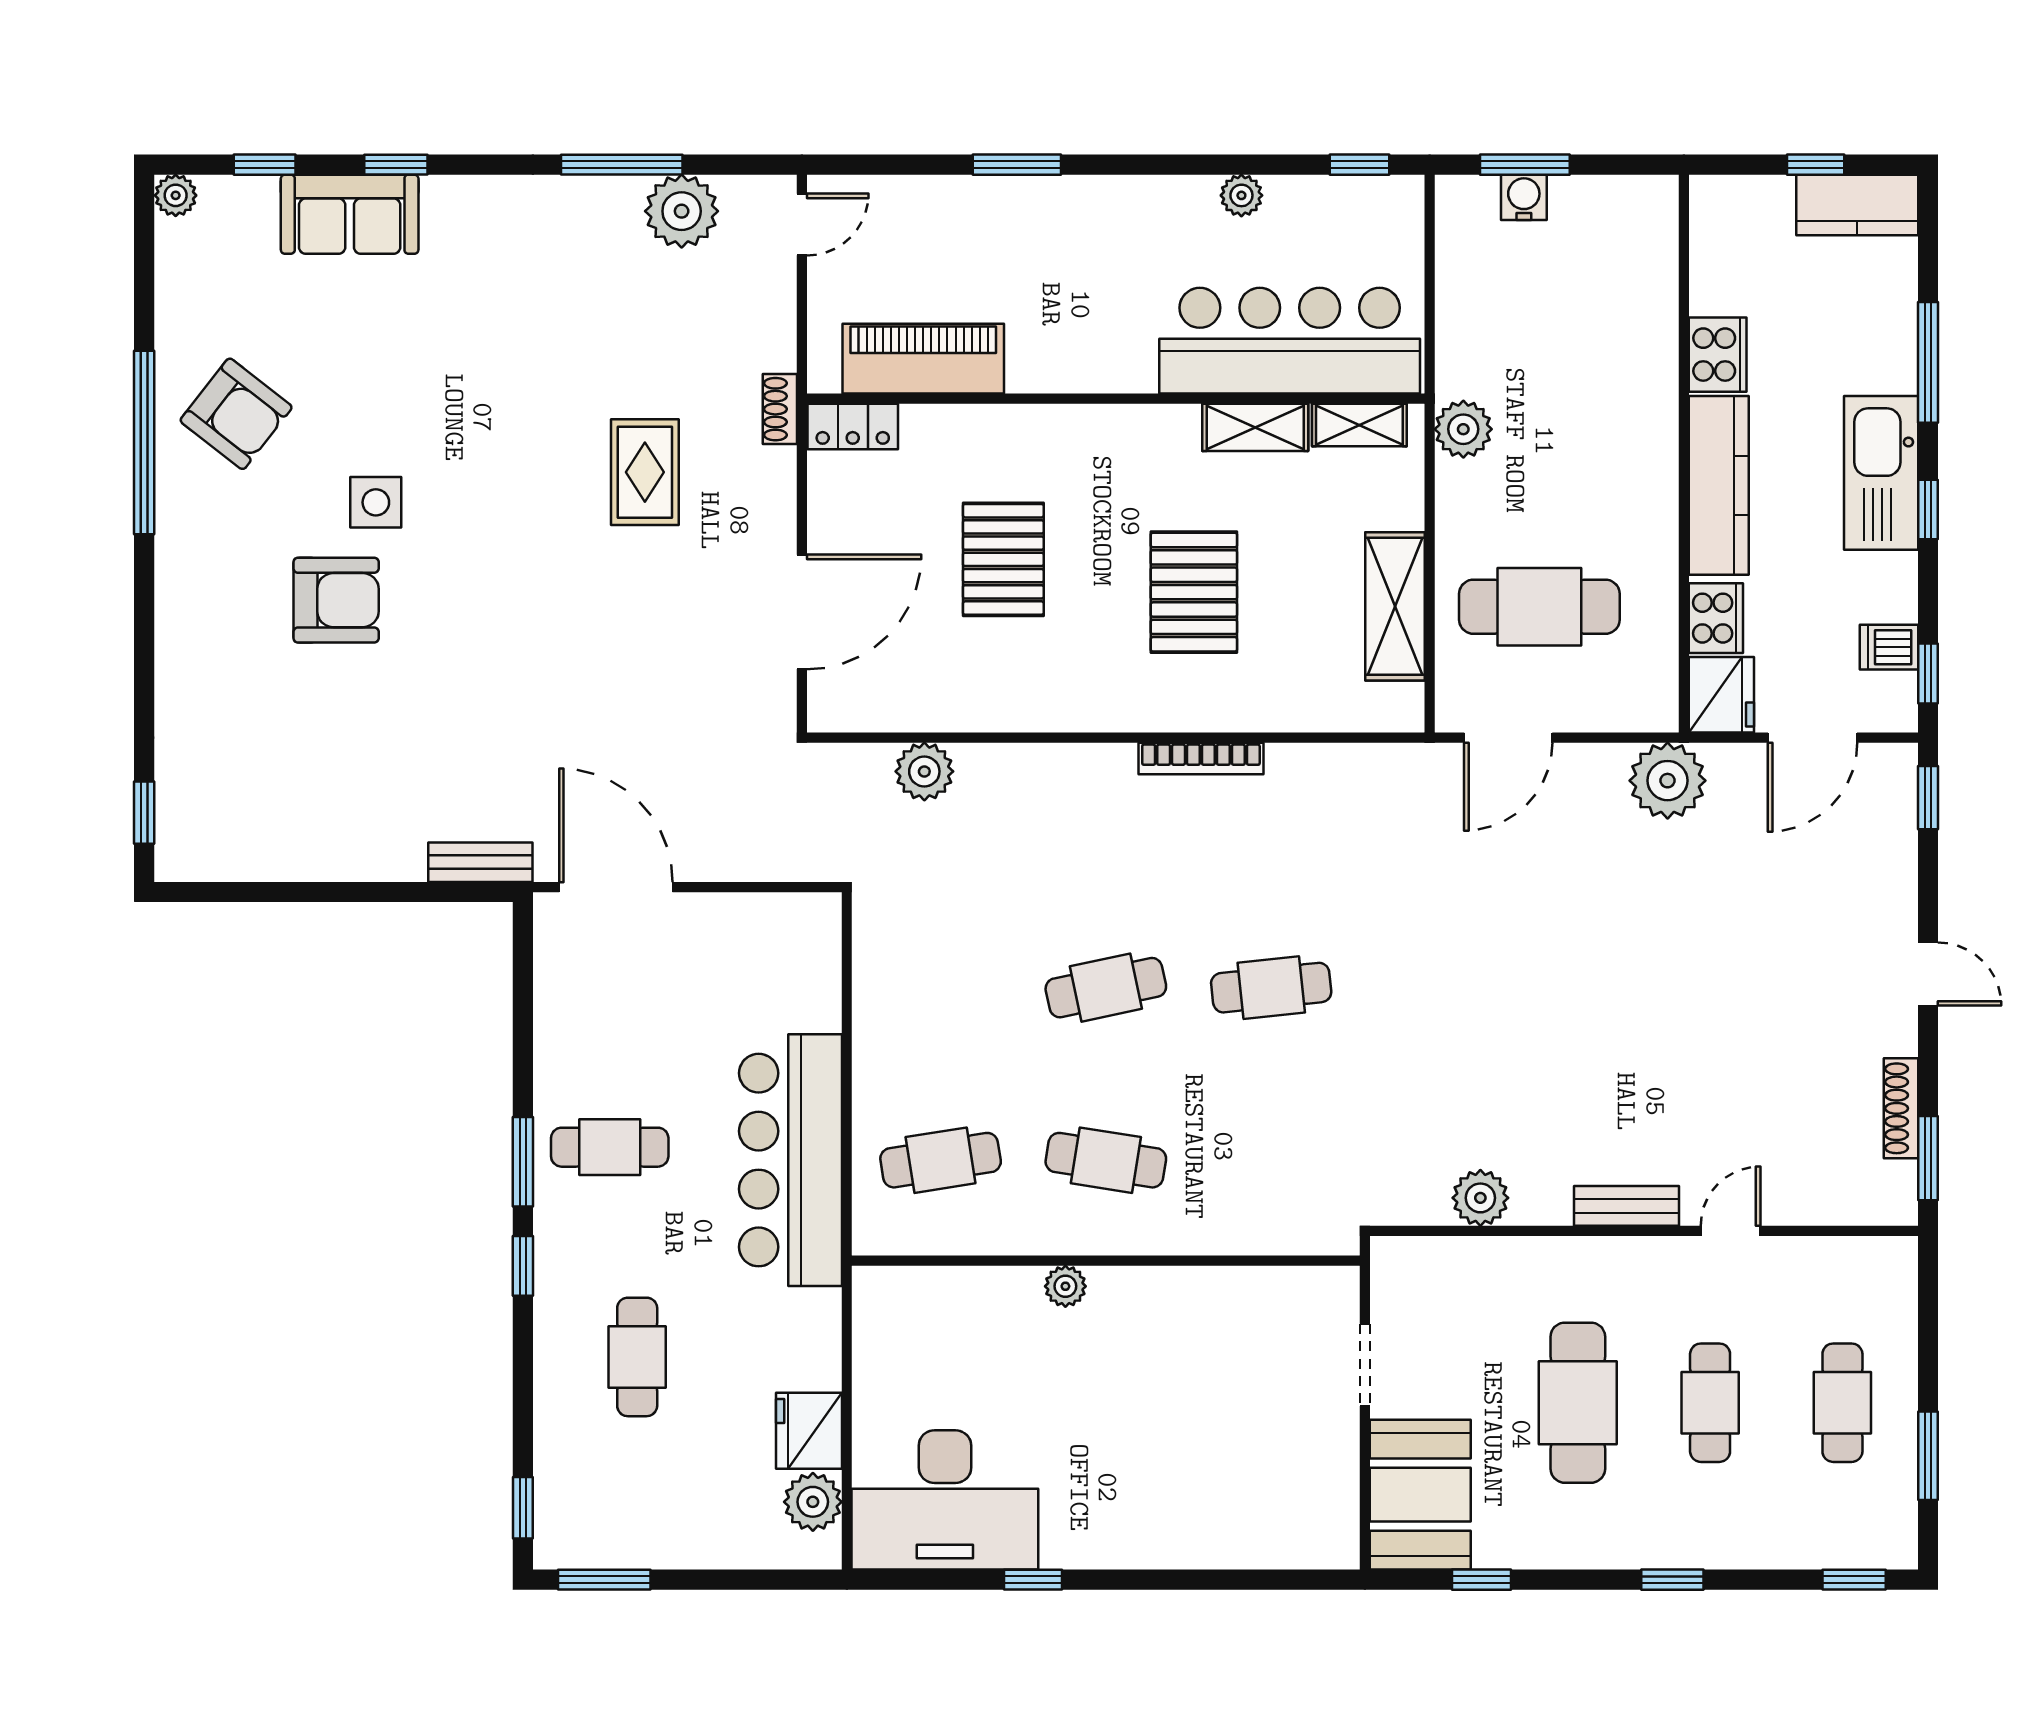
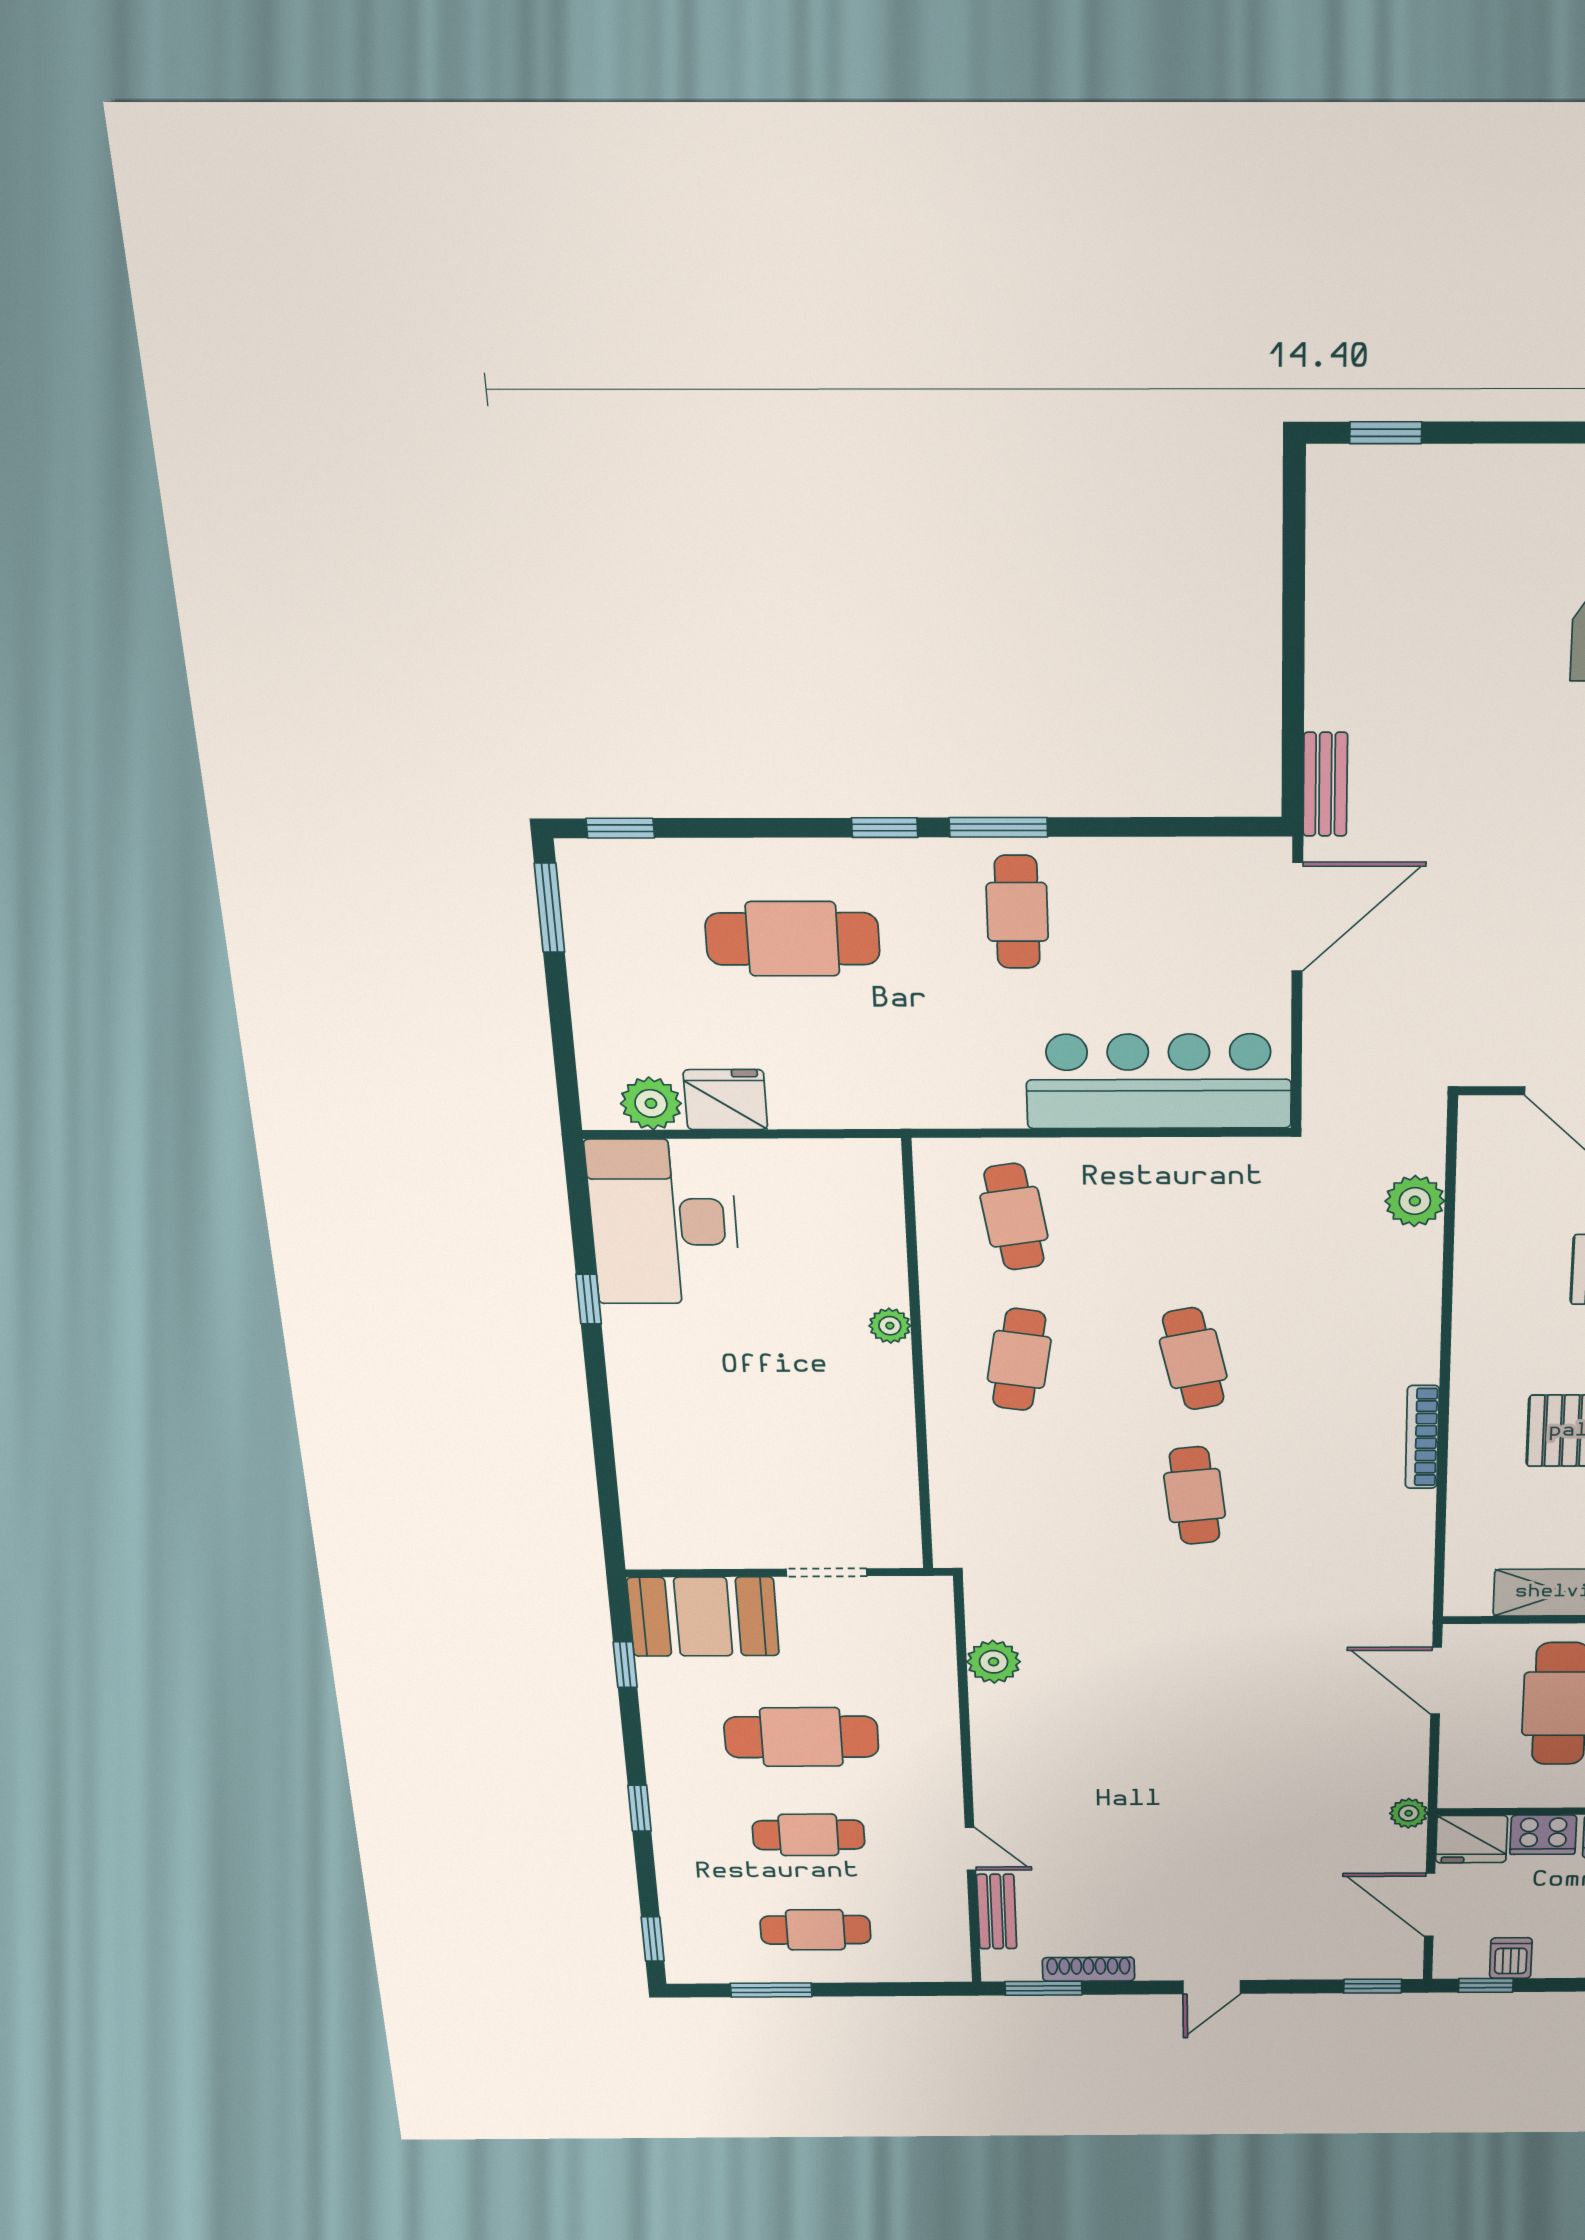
plant: (1668, 781) -> (1409, 1813), width x0.53, depth x0.53
bar counter: (790, 1160) -> (1159, 1081), moved
bench: (1626, 1206) -> (997, 1912), moved
cafe table: (637, 1357) -> (792, 939), width x1.37, depth x1.35

